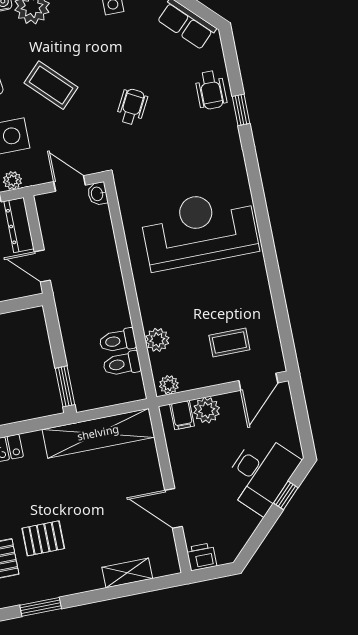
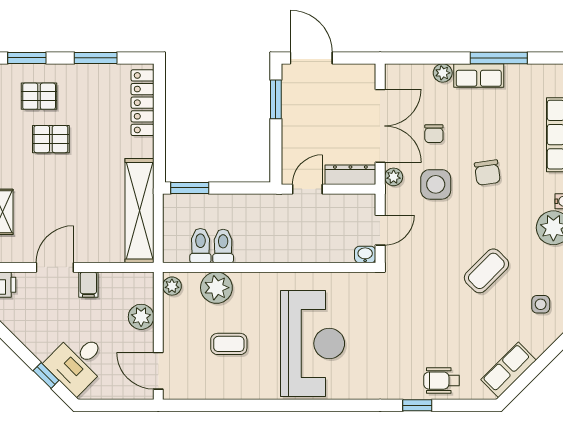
coffee table: (51, 85) -> (486, 271), moved
wheelchair: (132, 107) -> (441, 303), removed
plant: (157, 340) -> (216, 288), width x1.36, depth x1.36
coffee table: (229, 342) -> (229, 344), moved, turned 90
filing cabinet: (182, 415) -> (88, 285), moved, turned -90
desk: (261, 474) -> (78, 362), width x0.73
pallet: (43, 538) -> (51, 139), turned 90

